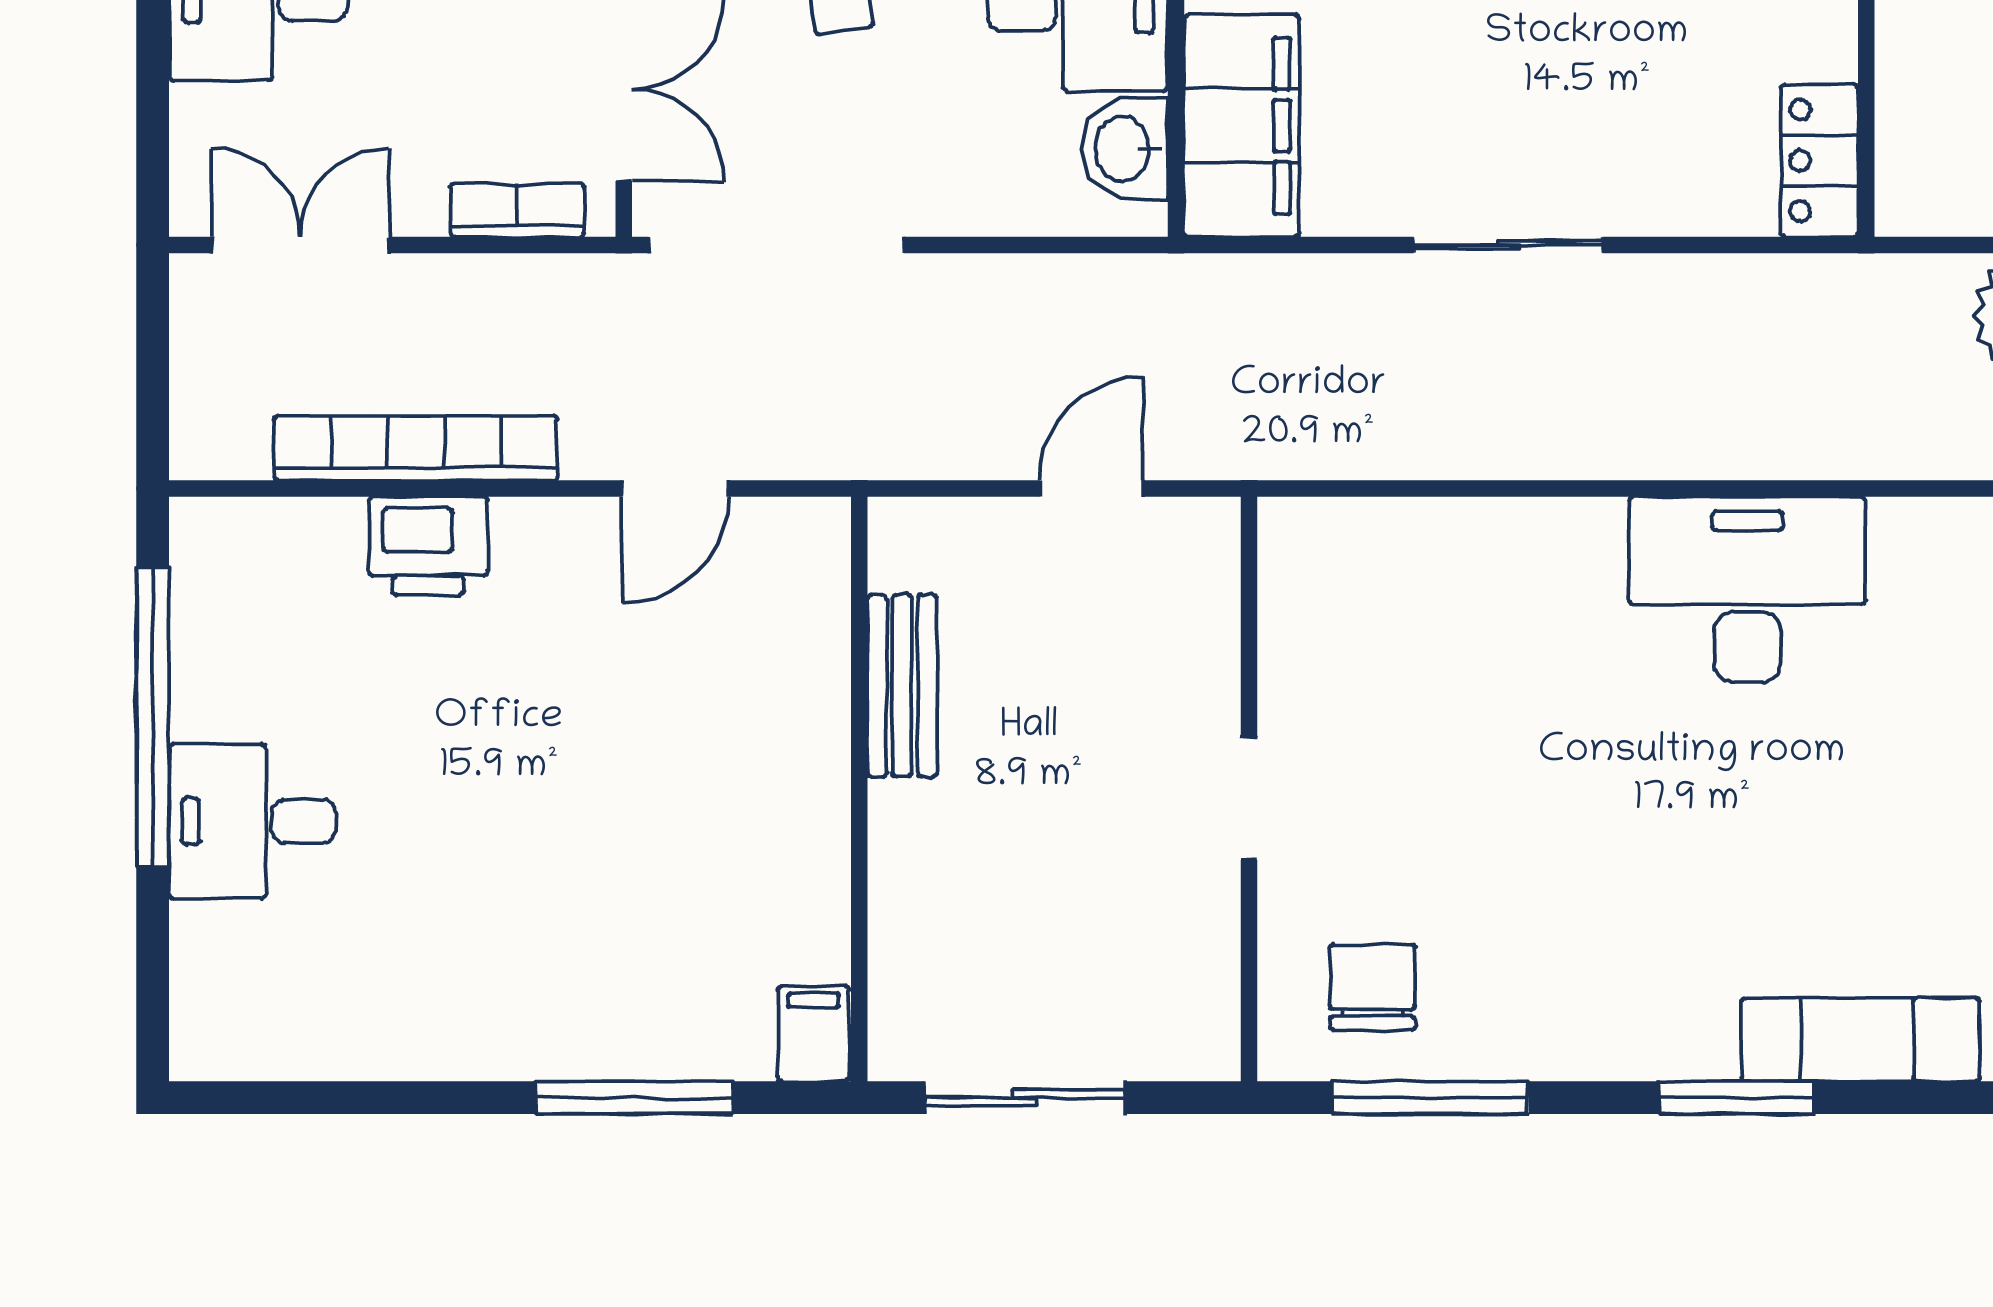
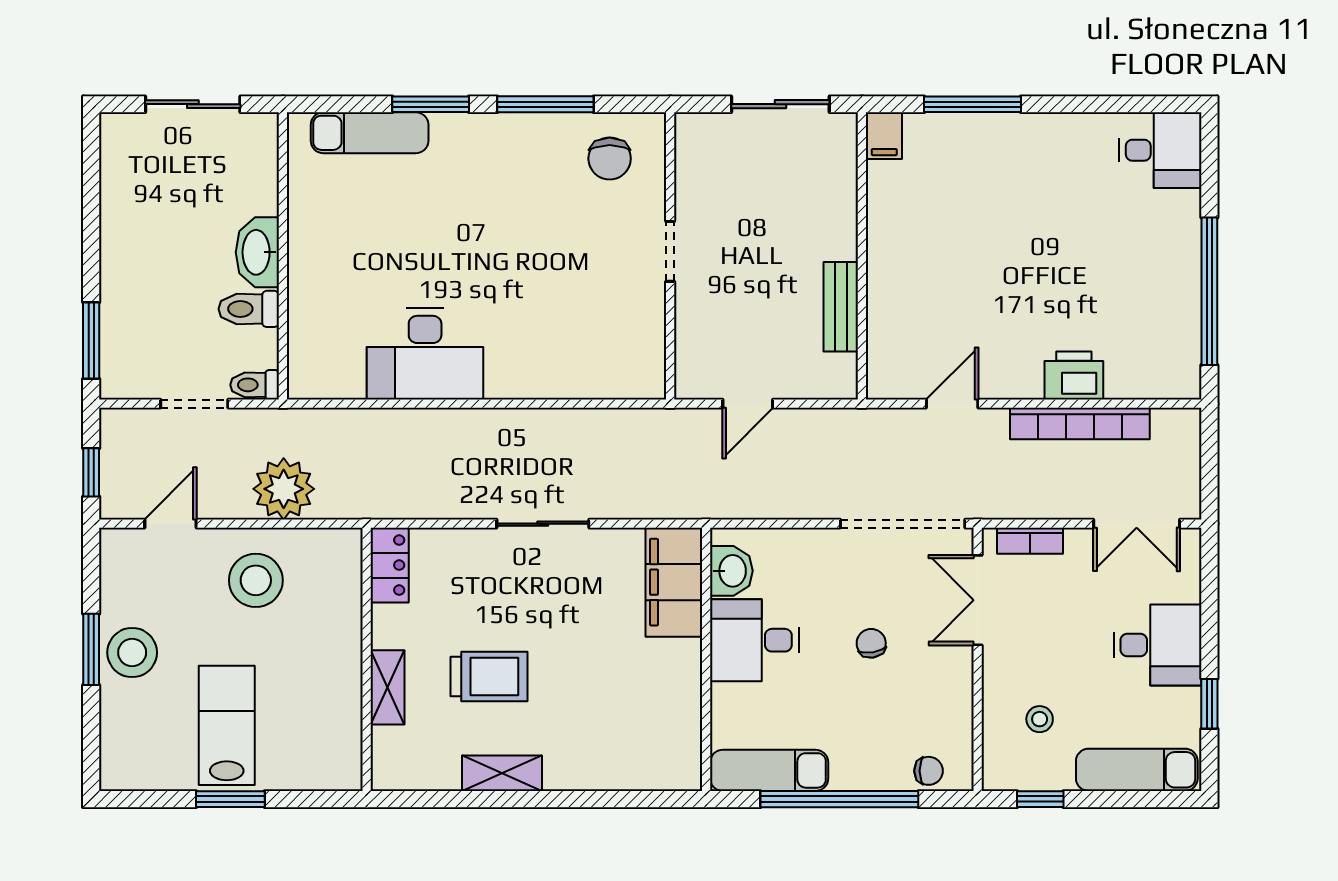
desk: (252, 821) -> (1160, 150), moved
window: (1430, 1098) -> (545, 104), moved

